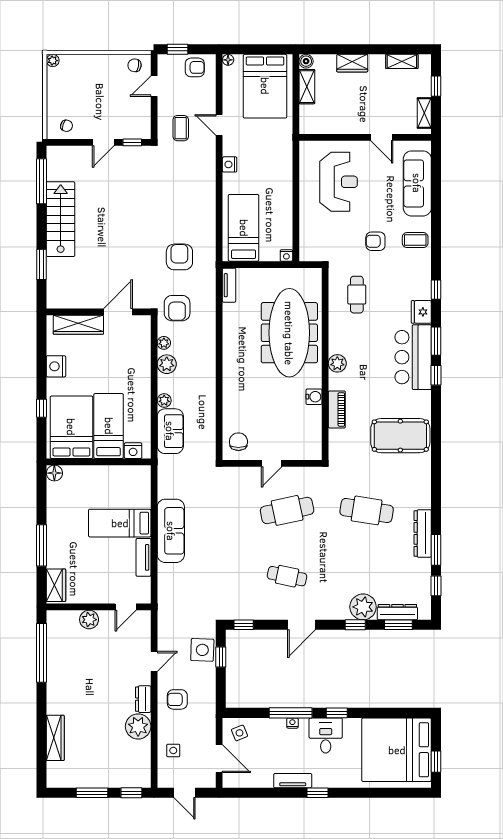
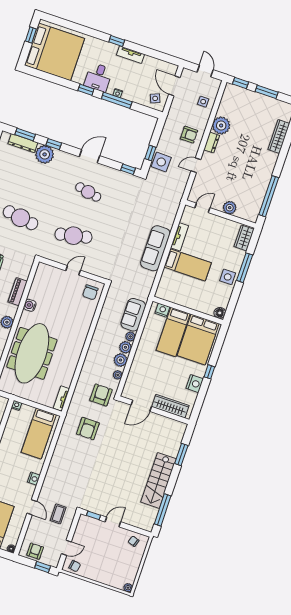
armchair: (195, 67) -> (35, 551), turned 90
plant: (166, 384) -> (125, 347), added
window: (42, 408) -> (209, 372), moved
side table: (60, 525) -> (228, 277), added

